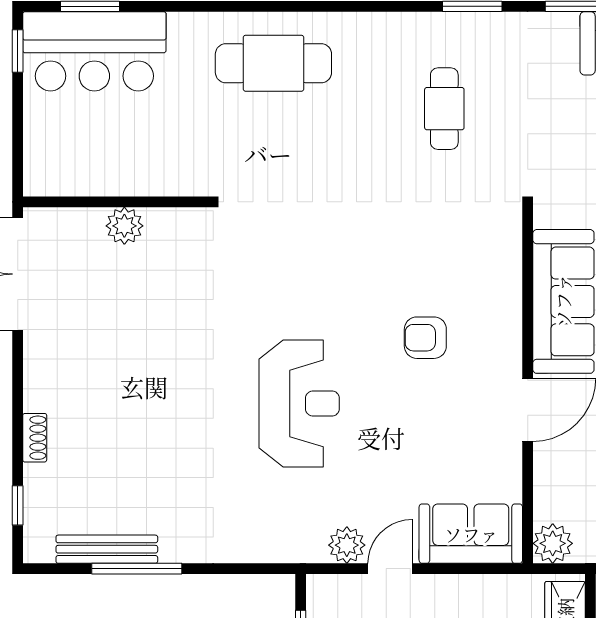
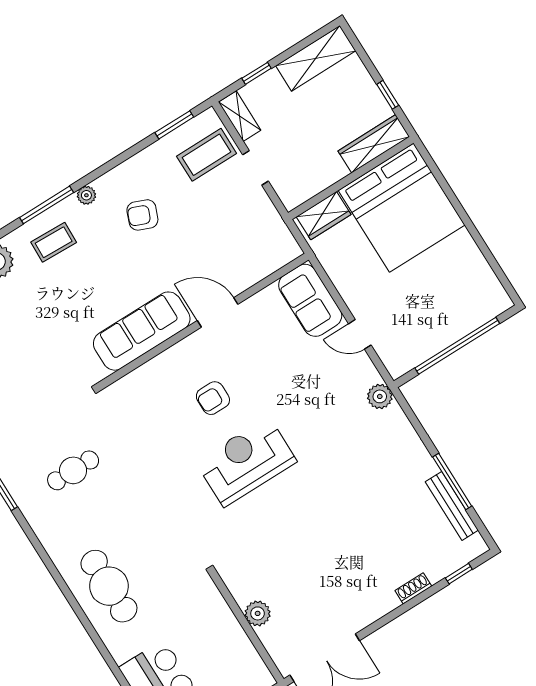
armchair: (425, 338) -> (213, 398), turned 90
reception desk: (299, 403) -> (246, 462), moved
plant: (553, 543) -> (286, 249), removed
plant: (347, 545) -> (380, 396), moved

